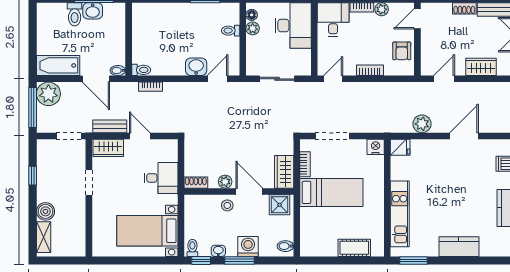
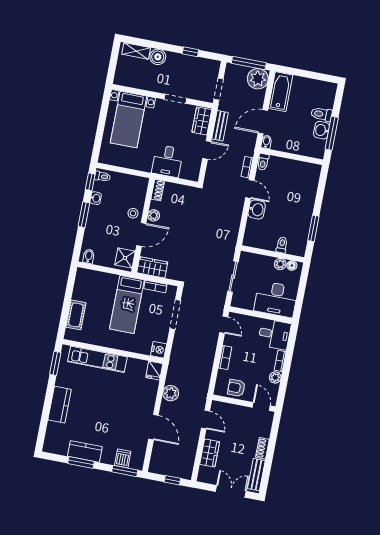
door: (217, 79) -> (250, 189), moved
bed with nightstands: (147, 231) -> (129, 120), moved, turned 180
washing machine: (248, 246) -> (94, 224), removed

